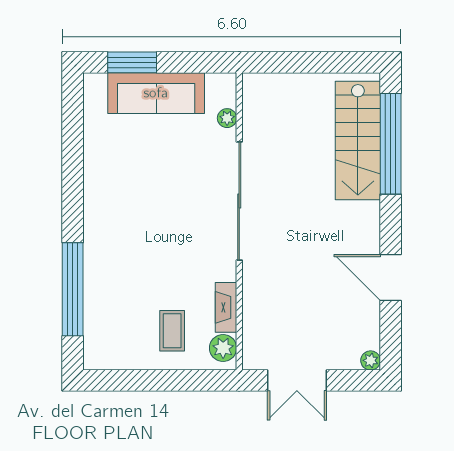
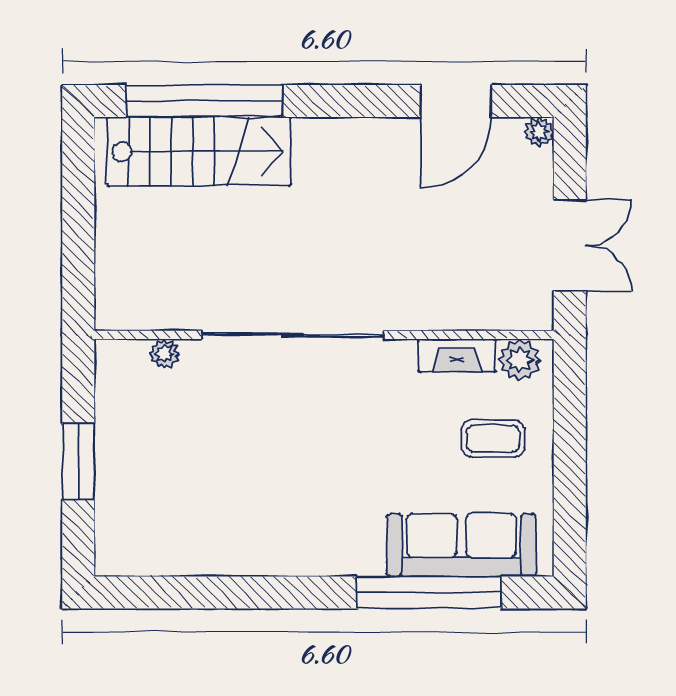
window: (132, 62) -> (78, 462), moved
sofa: (156, 93) -> (461, 545), moved, turned -90
door: (391, 278) -> (456, 101), moved

